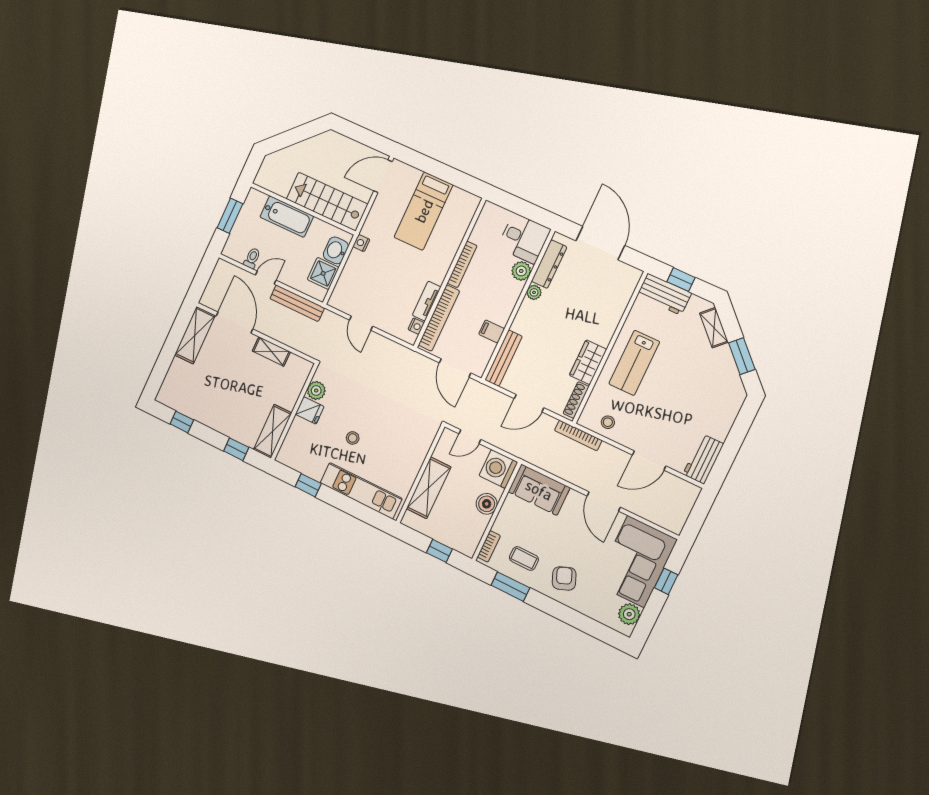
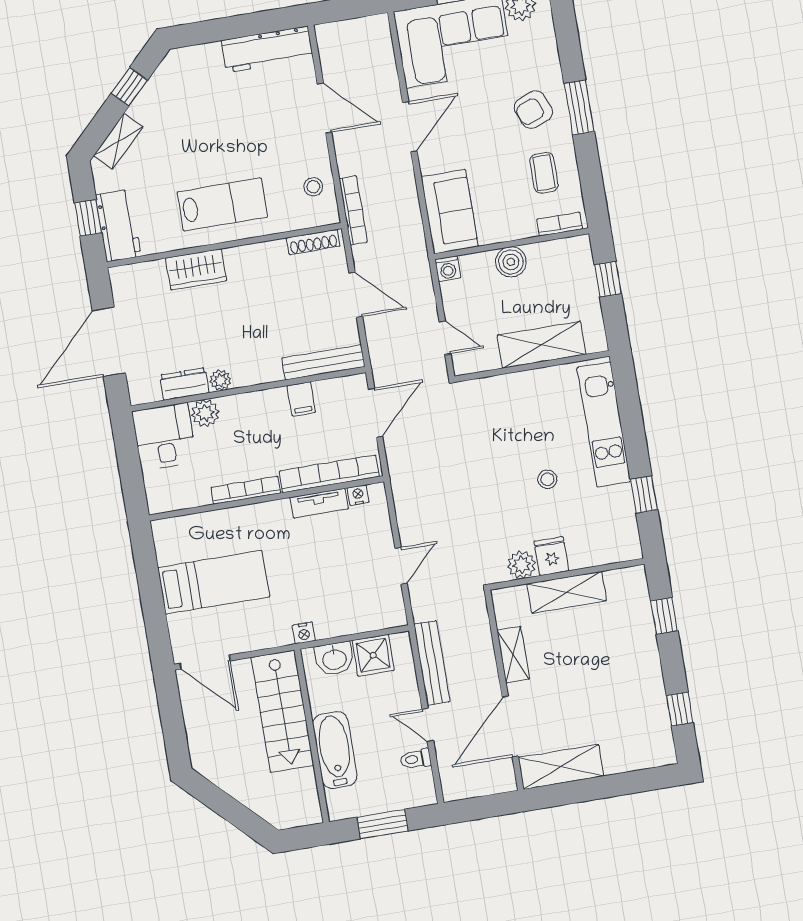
dresser: (549, 264) -> (184, 384), width x0.70
window: (742, 356) -> (129, 87), width x0.67
wardrobe: (588, 362) -> (196, 269), moved
shelving: (273, 431) -> (567, 592), moved
workbench: (703, 459) -> (267, 49), width x1.38
washing machine: (498, 469) -> (448, 269), width x0.53, depth x0.53
window: (510, 587) -> (579, 107), moved

